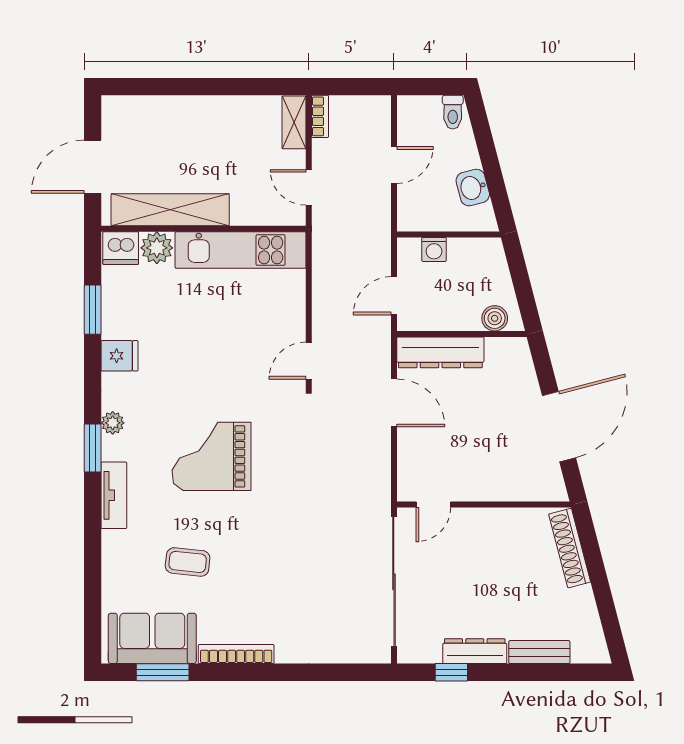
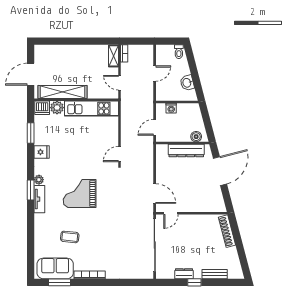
dresser: (440, 352) -> (186, 151), moved
door: (394, 403) -> (155, 193), moved
door: (559, 427) -> (220, 171), moved
tv unit: (114, 495) -> (39, 199), moved
dresser: (475, 651) -> (184, 274), width x0.70
window: (451, 672) -> (194, 282), moved

